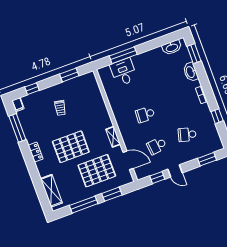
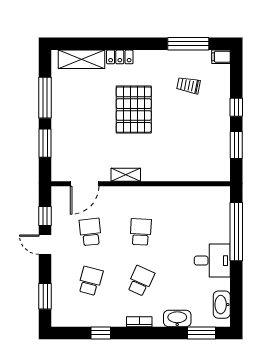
window: (123, 55) -> (236, 232), width x1.46
desk: (124, 72) -> (212, 261), moved
window: (32, 89) -> (236, 107), moved
school desk: (176, 103) -> (141, 281), added
trolley: (60, 108) -> (189, 85), moved
locker: (36, 152) -> (120, 57), moved
pallet: (97, 171) -> (86, 134), removed
door: (175, 171) -> (45, 245), hinge flipped

